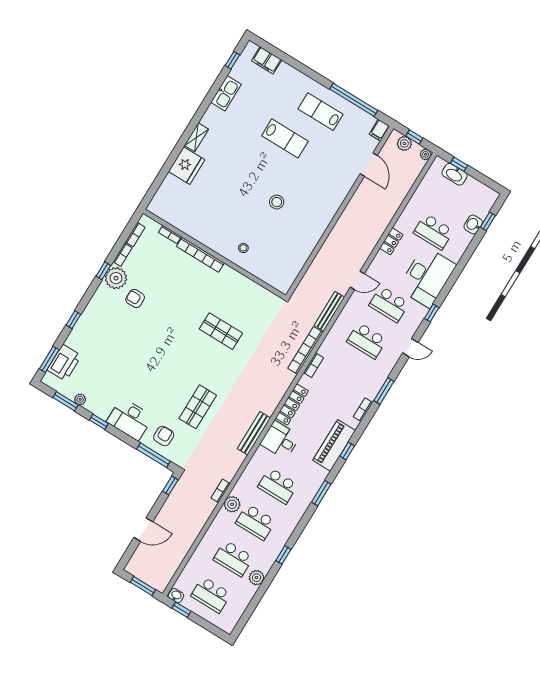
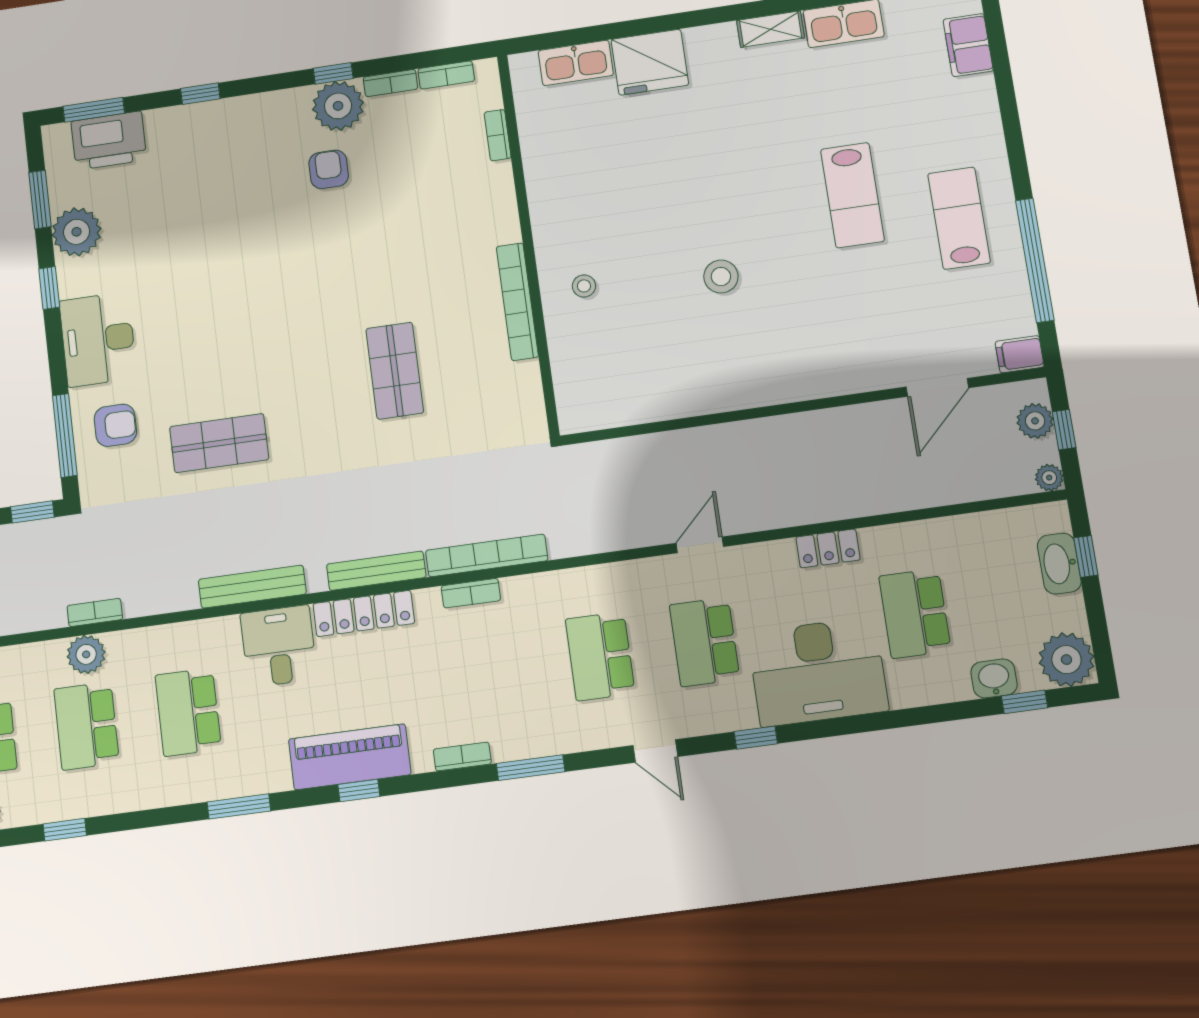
shelving: (196, 137) -> (771, 29), moved
kitchen sink: (167, 189) -> (576, 63), added
plant: (485, 197) -> (1066, 660), added
bookcase: (200, 255) -> (517, 302), moved
door: (357, 280) -> (700, 545), swing flipped
bench: (329, 311) -> (376, 571), moved
plant: (80, 399) -> (77, 232), width x1.87, depth x1.87

